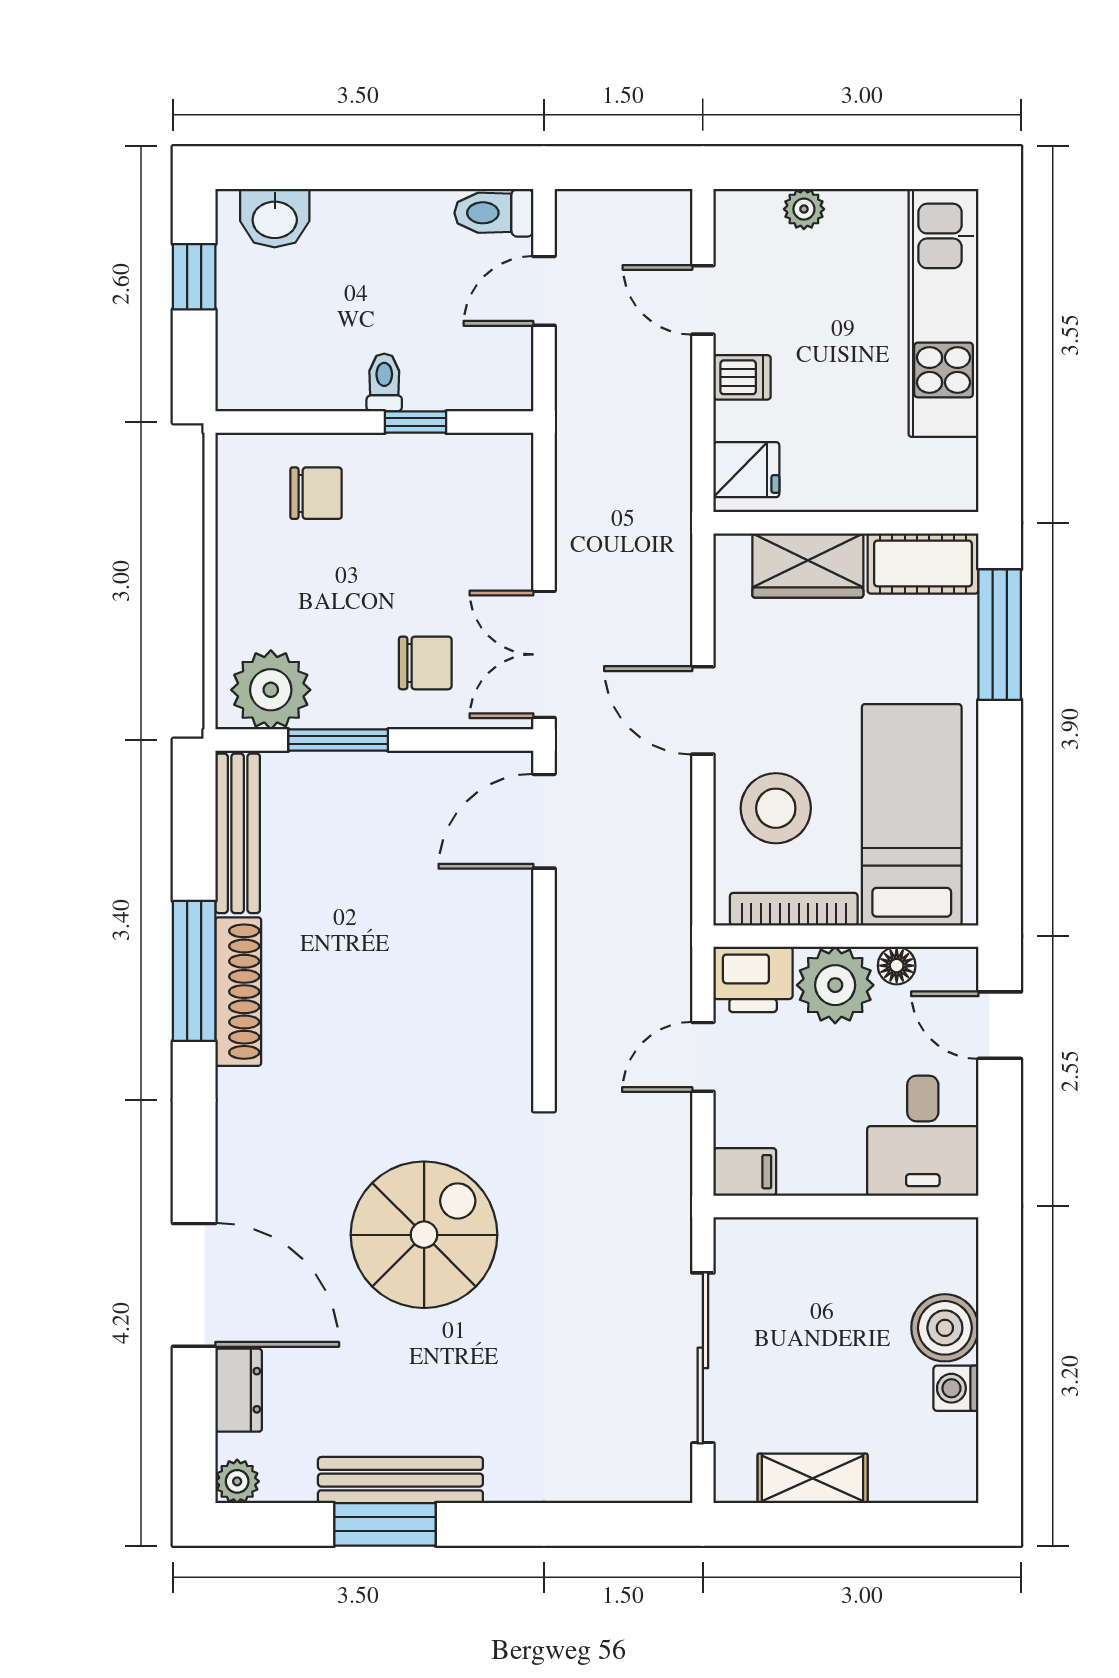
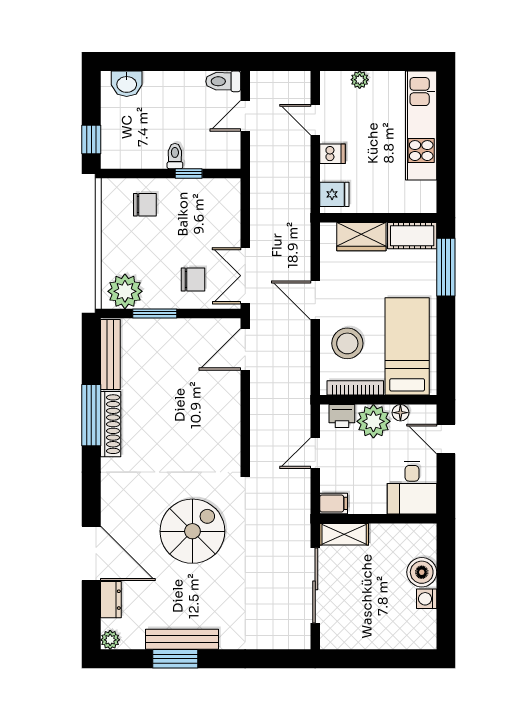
window: (194, 277) -> (91, 140), moved
printer: (753, 979) -> (342, 416), width x0.73, depth x0.81
shelving: (813, 1478) -> (344, 534), moved

